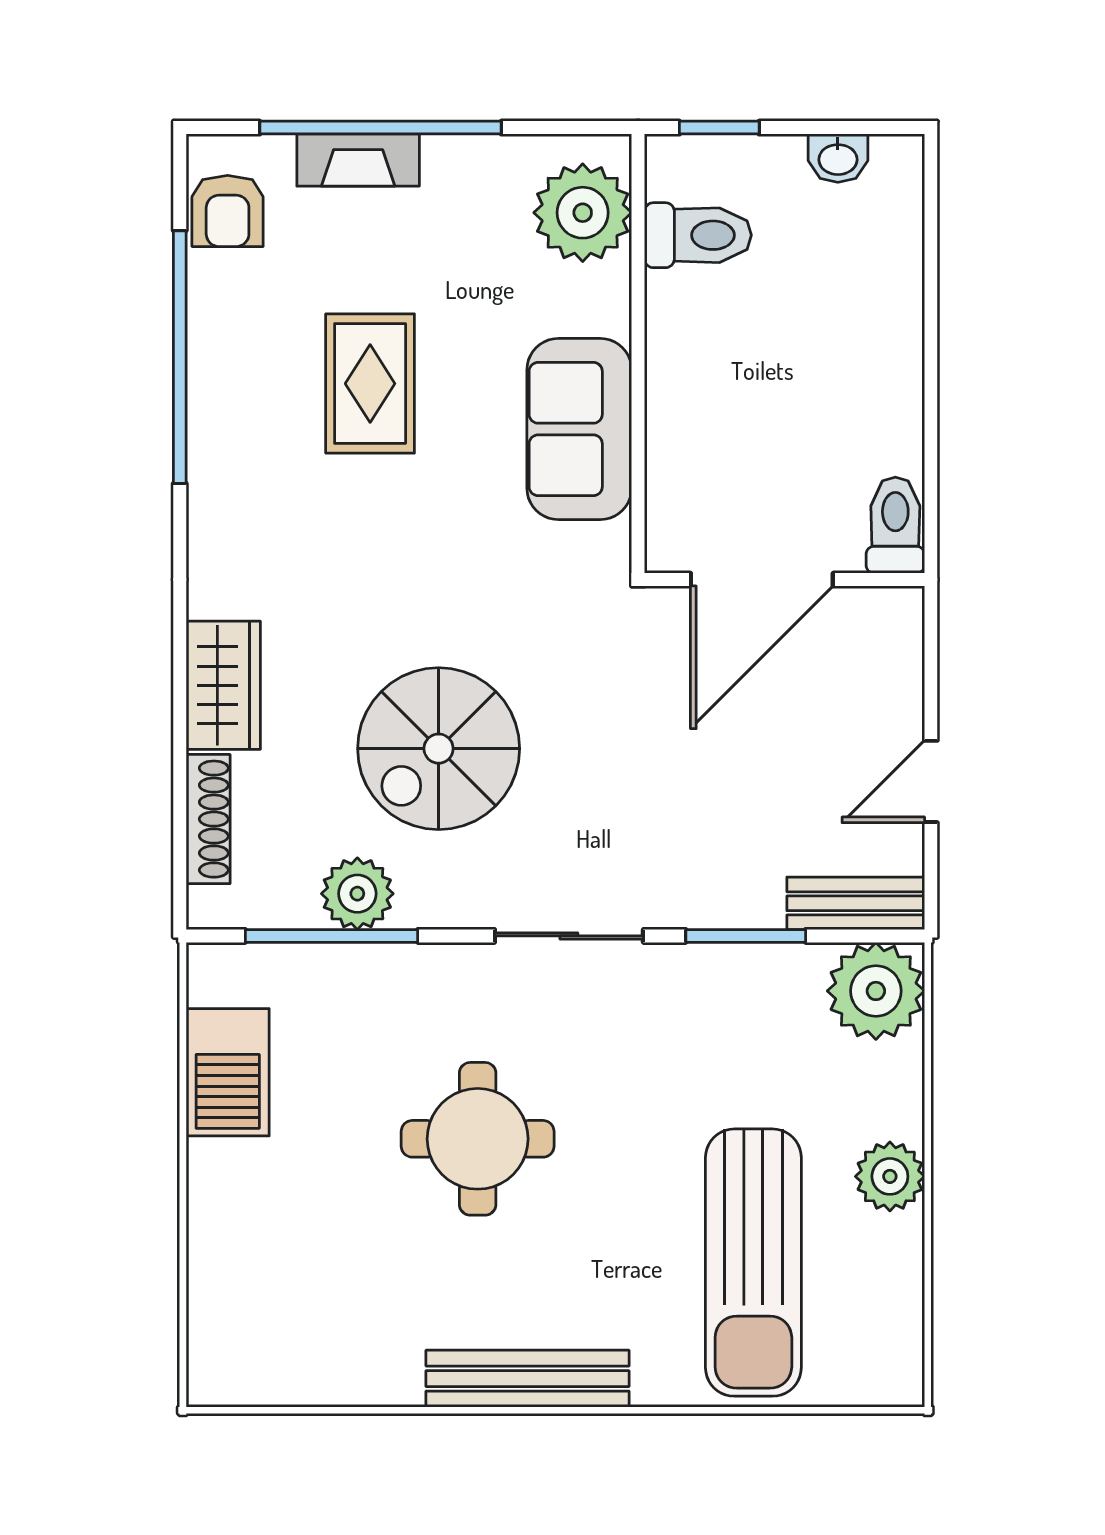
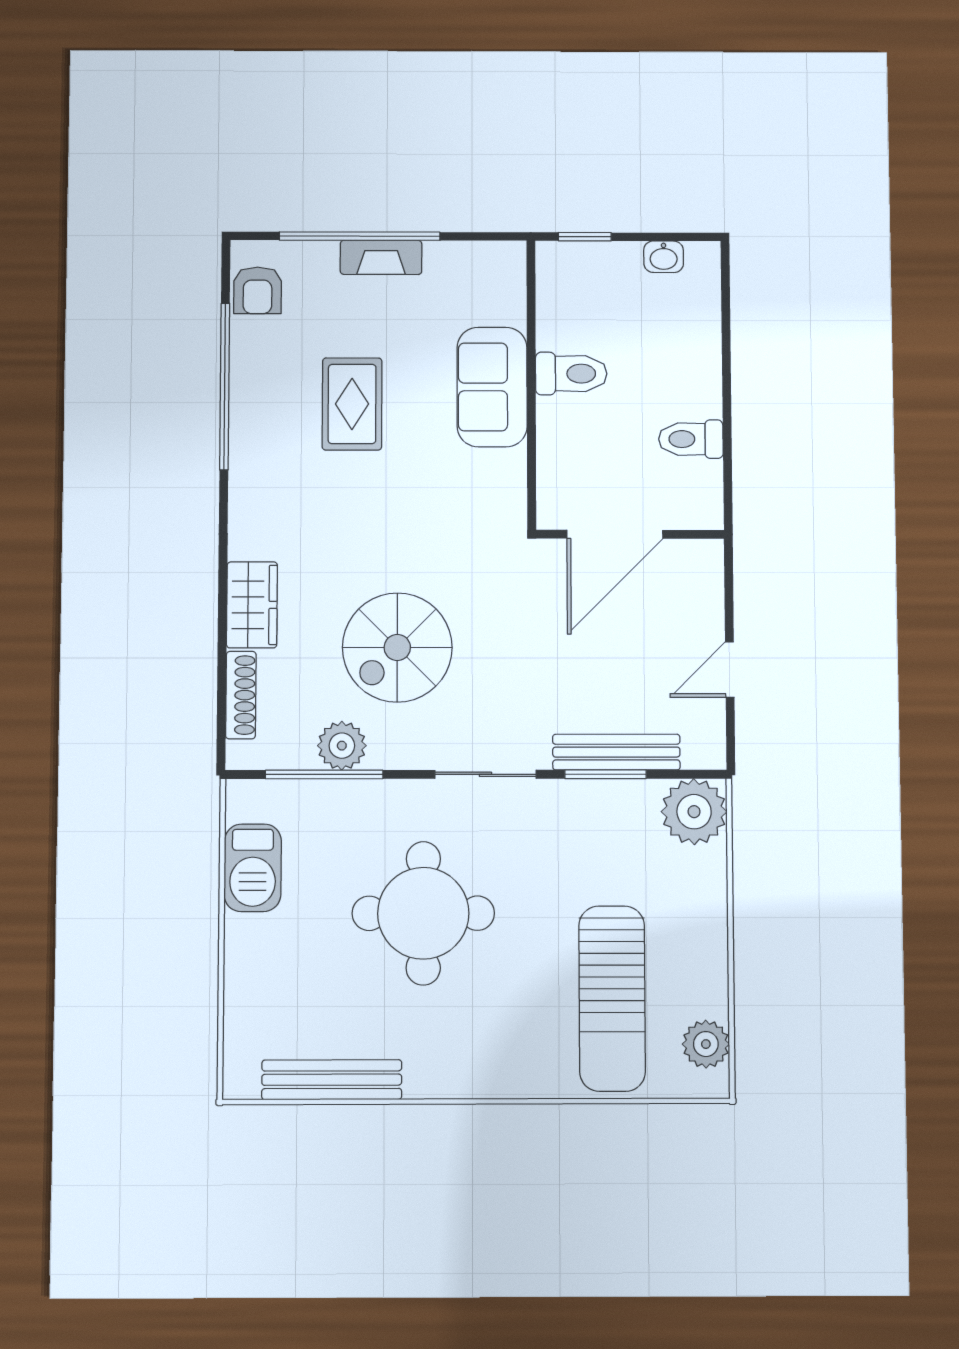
fireplace: (358, 160) -> (381, 257), moved
plant: (583, 213) -> (494, 292), removed
toilet: (698, 235) -> (571, 374), moved
sofa: (579, 429) -> (492, 387), moved
toilet: (895, 525) -> (691, 439), moved, turned -90
bench: (856, 903) -> (616, 752), moved, width x1.36
round table: (478, 1139) -> (423, 913), width x1.36, depth x1.36
plant: (890, 1176) -> (706, 1044), moved
bench: (527, 1379) -> (332, 1080), moved

